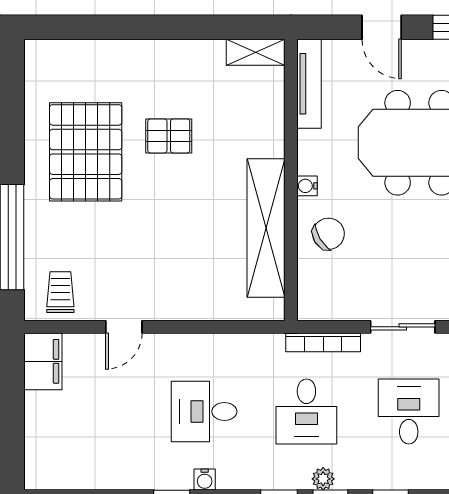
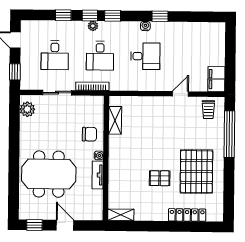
locker: (106, 53) -> (187, 215), added
tv unit: (309, 84) -> (98, 175), moved, width x0.71
shelving: (266, 228) -> (115, 120), width x0.45, depth x0.75
chair: (328, 234) -> (89, 134), turned -149
desk: (306, 411) -> (100, 56), turned 180

